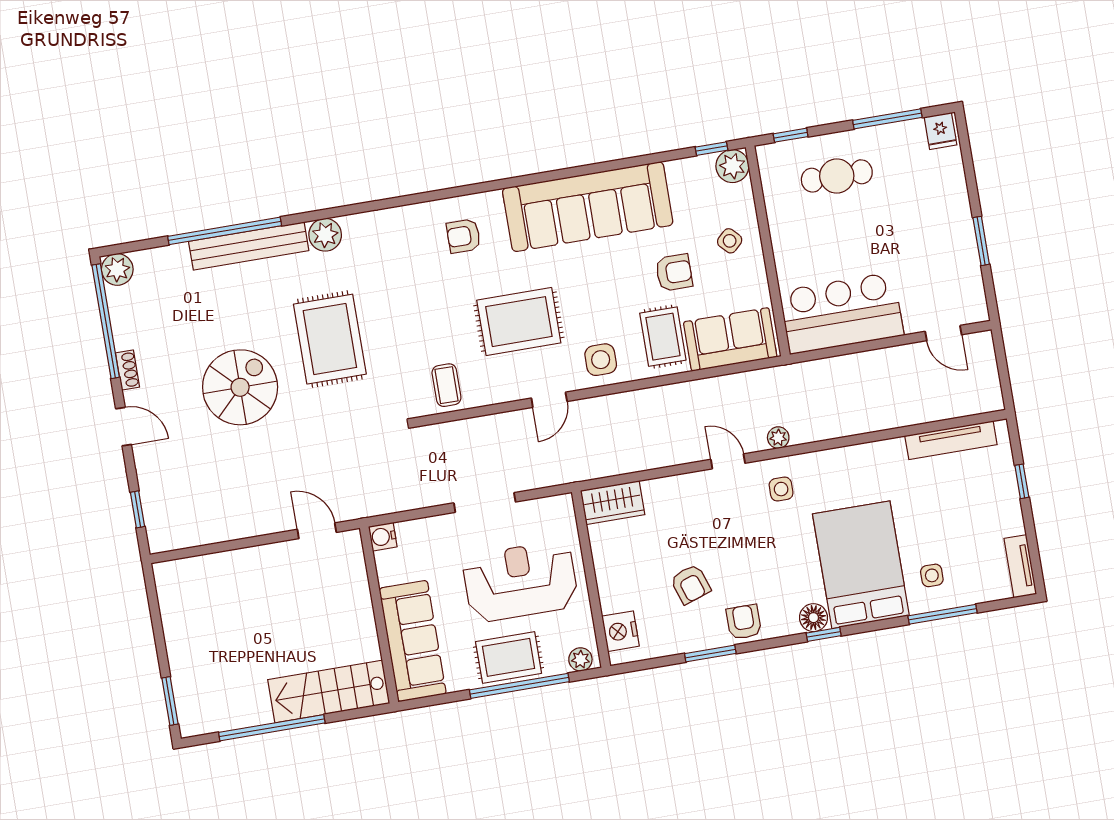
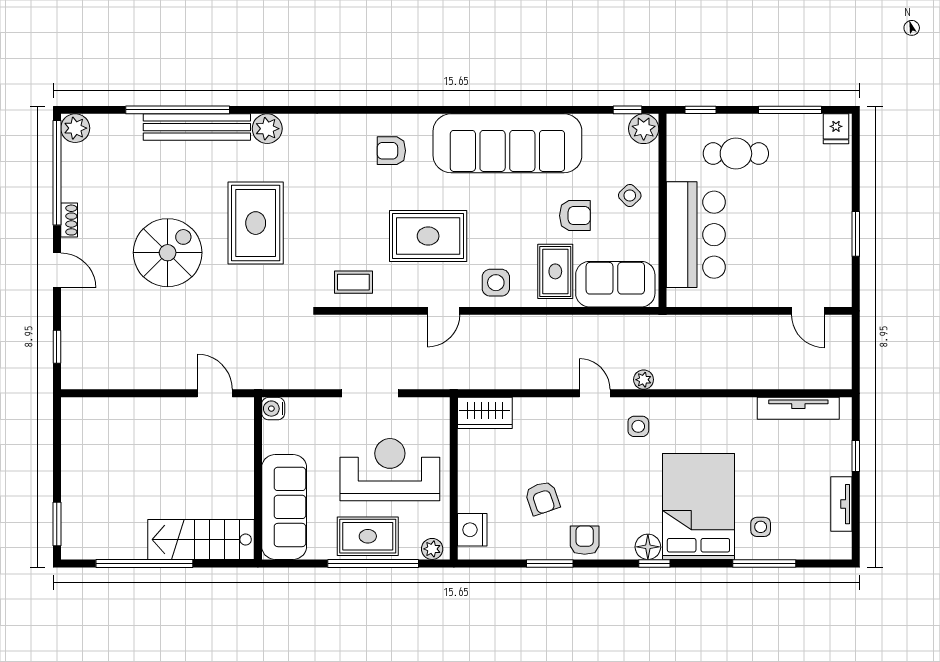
bar counter: (842, 313) -> (696, 235), moved, turned 90
coffee table: (446, 385) -> (353, 282), turned 90
tv unit: (1020, 566) -> (841, 504), moved

